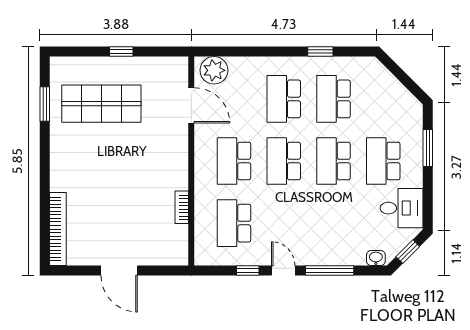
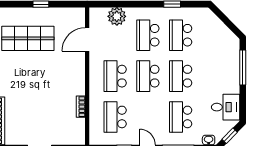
plant: (214, 70) -> (117, 16), moved
door: (191, 105) -> (87, 40), swing flipped
window: (428, 148) -> (243, 68), width x1.44
school desk: (383, 161) -> (181, 117), moved

